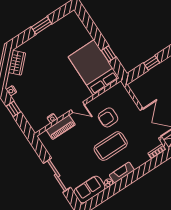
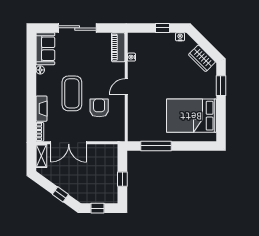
window: (42, 25) -> (221, 86), moved
window: (109, 54) -> (156, 146), width x2.17
bed: (94, 67) -> (191, 116), moved, turned 180
piano: (61, 127) -> (118, 47), moved
fireplace: (122, 173) -> (42, 109), moved

